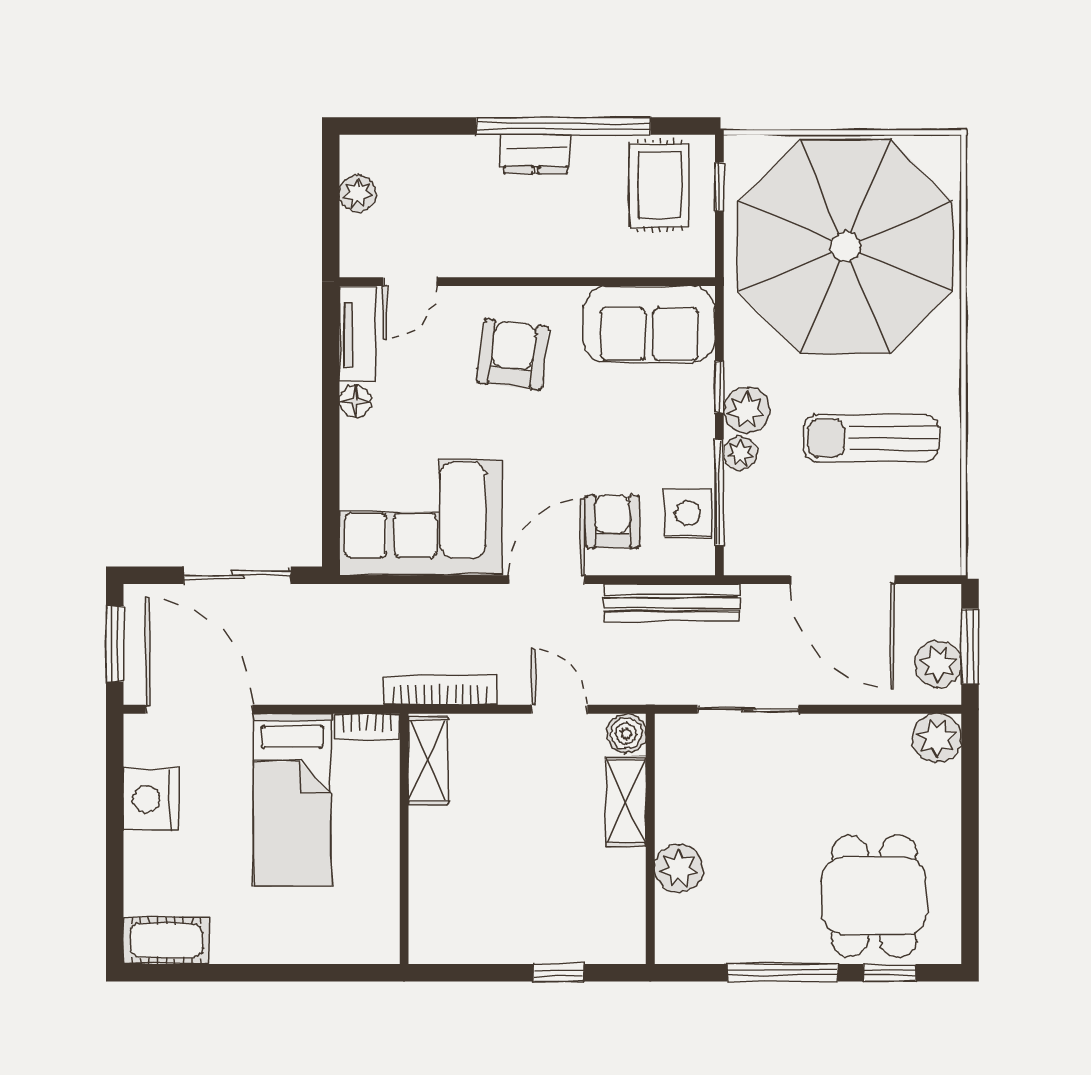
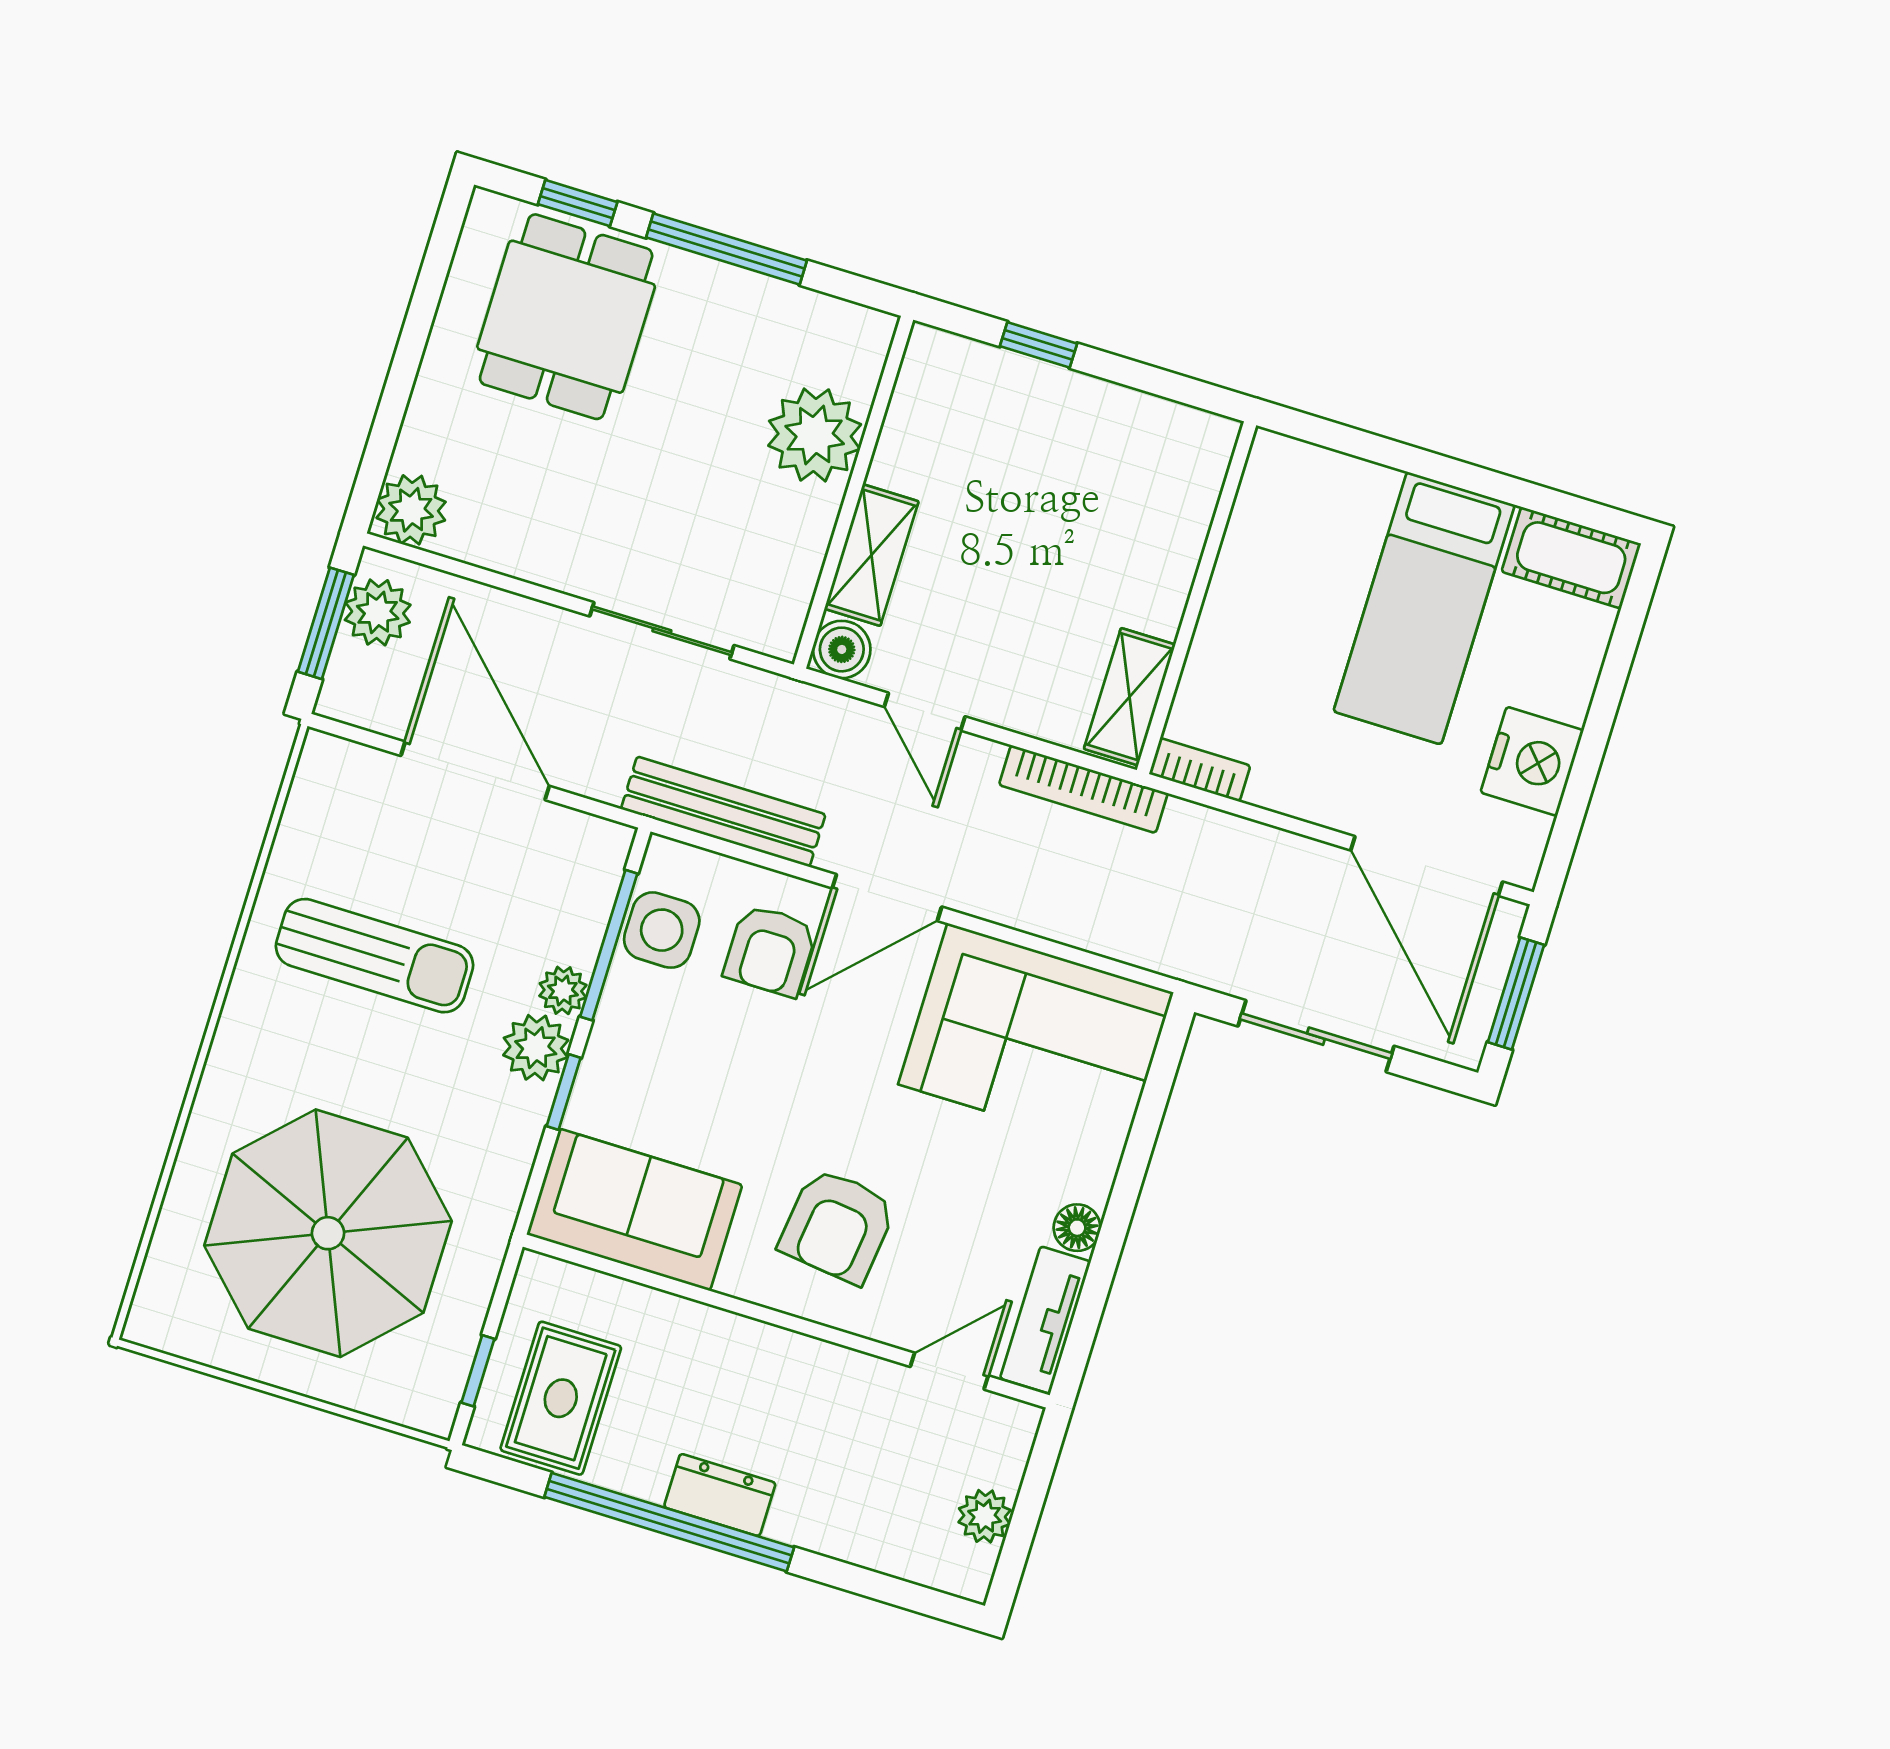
parasol: (845, 247) -> (328, 1233), width x0.73, depth x0.73
bed: (292, 800) -> (1424, 608), moved, turned 180
plant: (679, 868) -> (815, 435), width x1.36, depth x1.36

